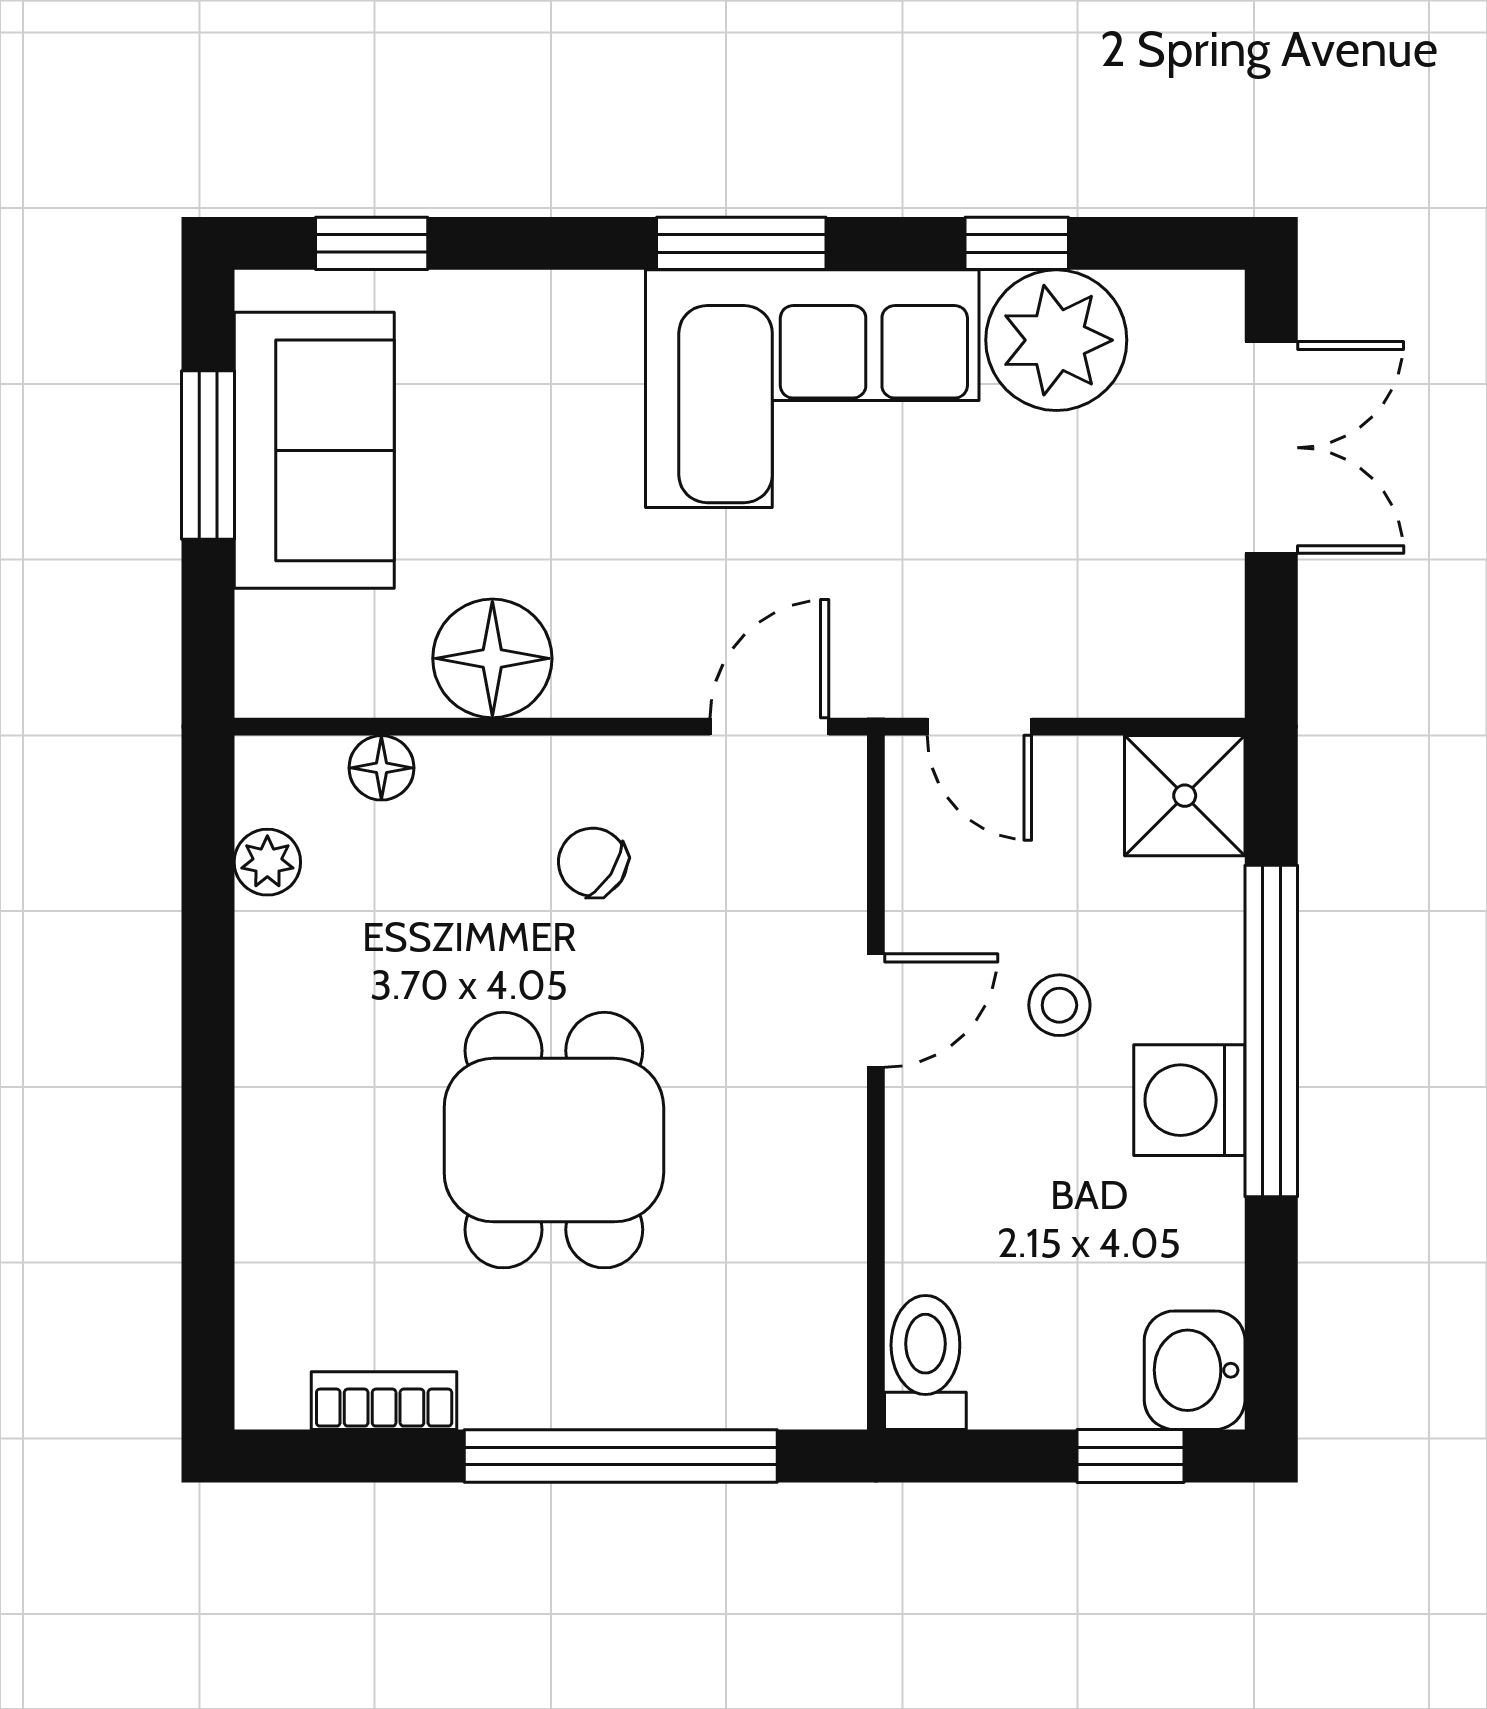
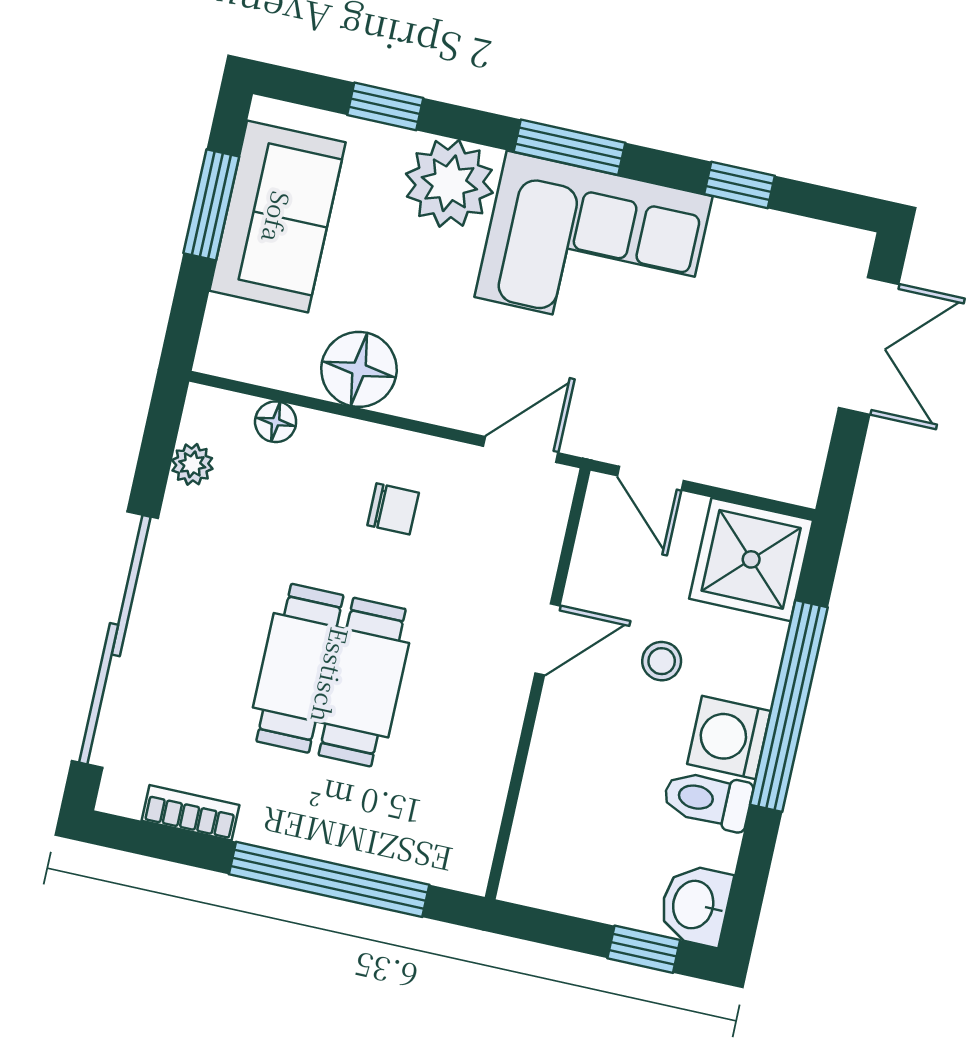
window: (372, 243) -> (385, 106), moved
plant: (1056, 340) -> (449, 183), moved
shower: (1185, 796) -> (751, 559), width x1.36, depth x1.36
chair: (593, 862) -> (393, 509), turned 147
sliding door: (208, 1159) -> (115, 640), added
toilet: (925, 1362) -> (707, 800), moved, turned -90

